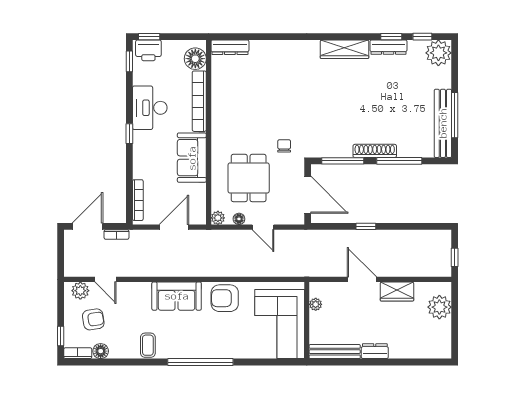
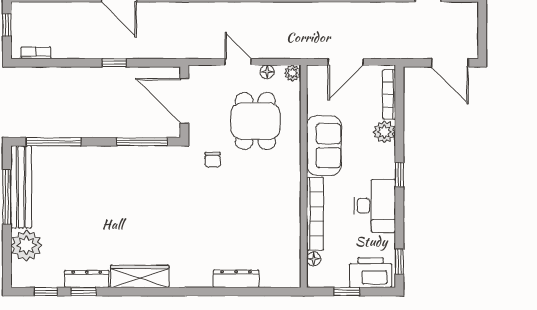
window: (149, 37) -> (347, 292), moved
dresser: (230, 47) -> (236, 279), moved
printer: (148, 50) -> (371, 273), width x1.37, depth x1.19
plant: (438, 53) -> (26, 245), moved
floor lamp: (195, 59) -> (314, 259), width x0.53, depth x0.53
shoe rack: (375, 151) -> (103, 154), removed
window: (399, 161) -> (54, 142), moved
plant: (142, 169) -> (384, 132), added
door: (87, 226) -> (450, 63), hinge flipped
bookcase: (117, 234) -> (36, 53), moved

